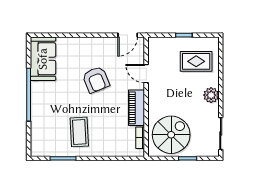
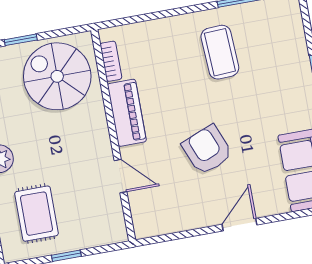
door: (128, 35) -> (239, 225), moved
rug: (196, 61) -> (36, 214), turned 90
spiral stairs: (171, 135) -> (57, 76), turned 90

